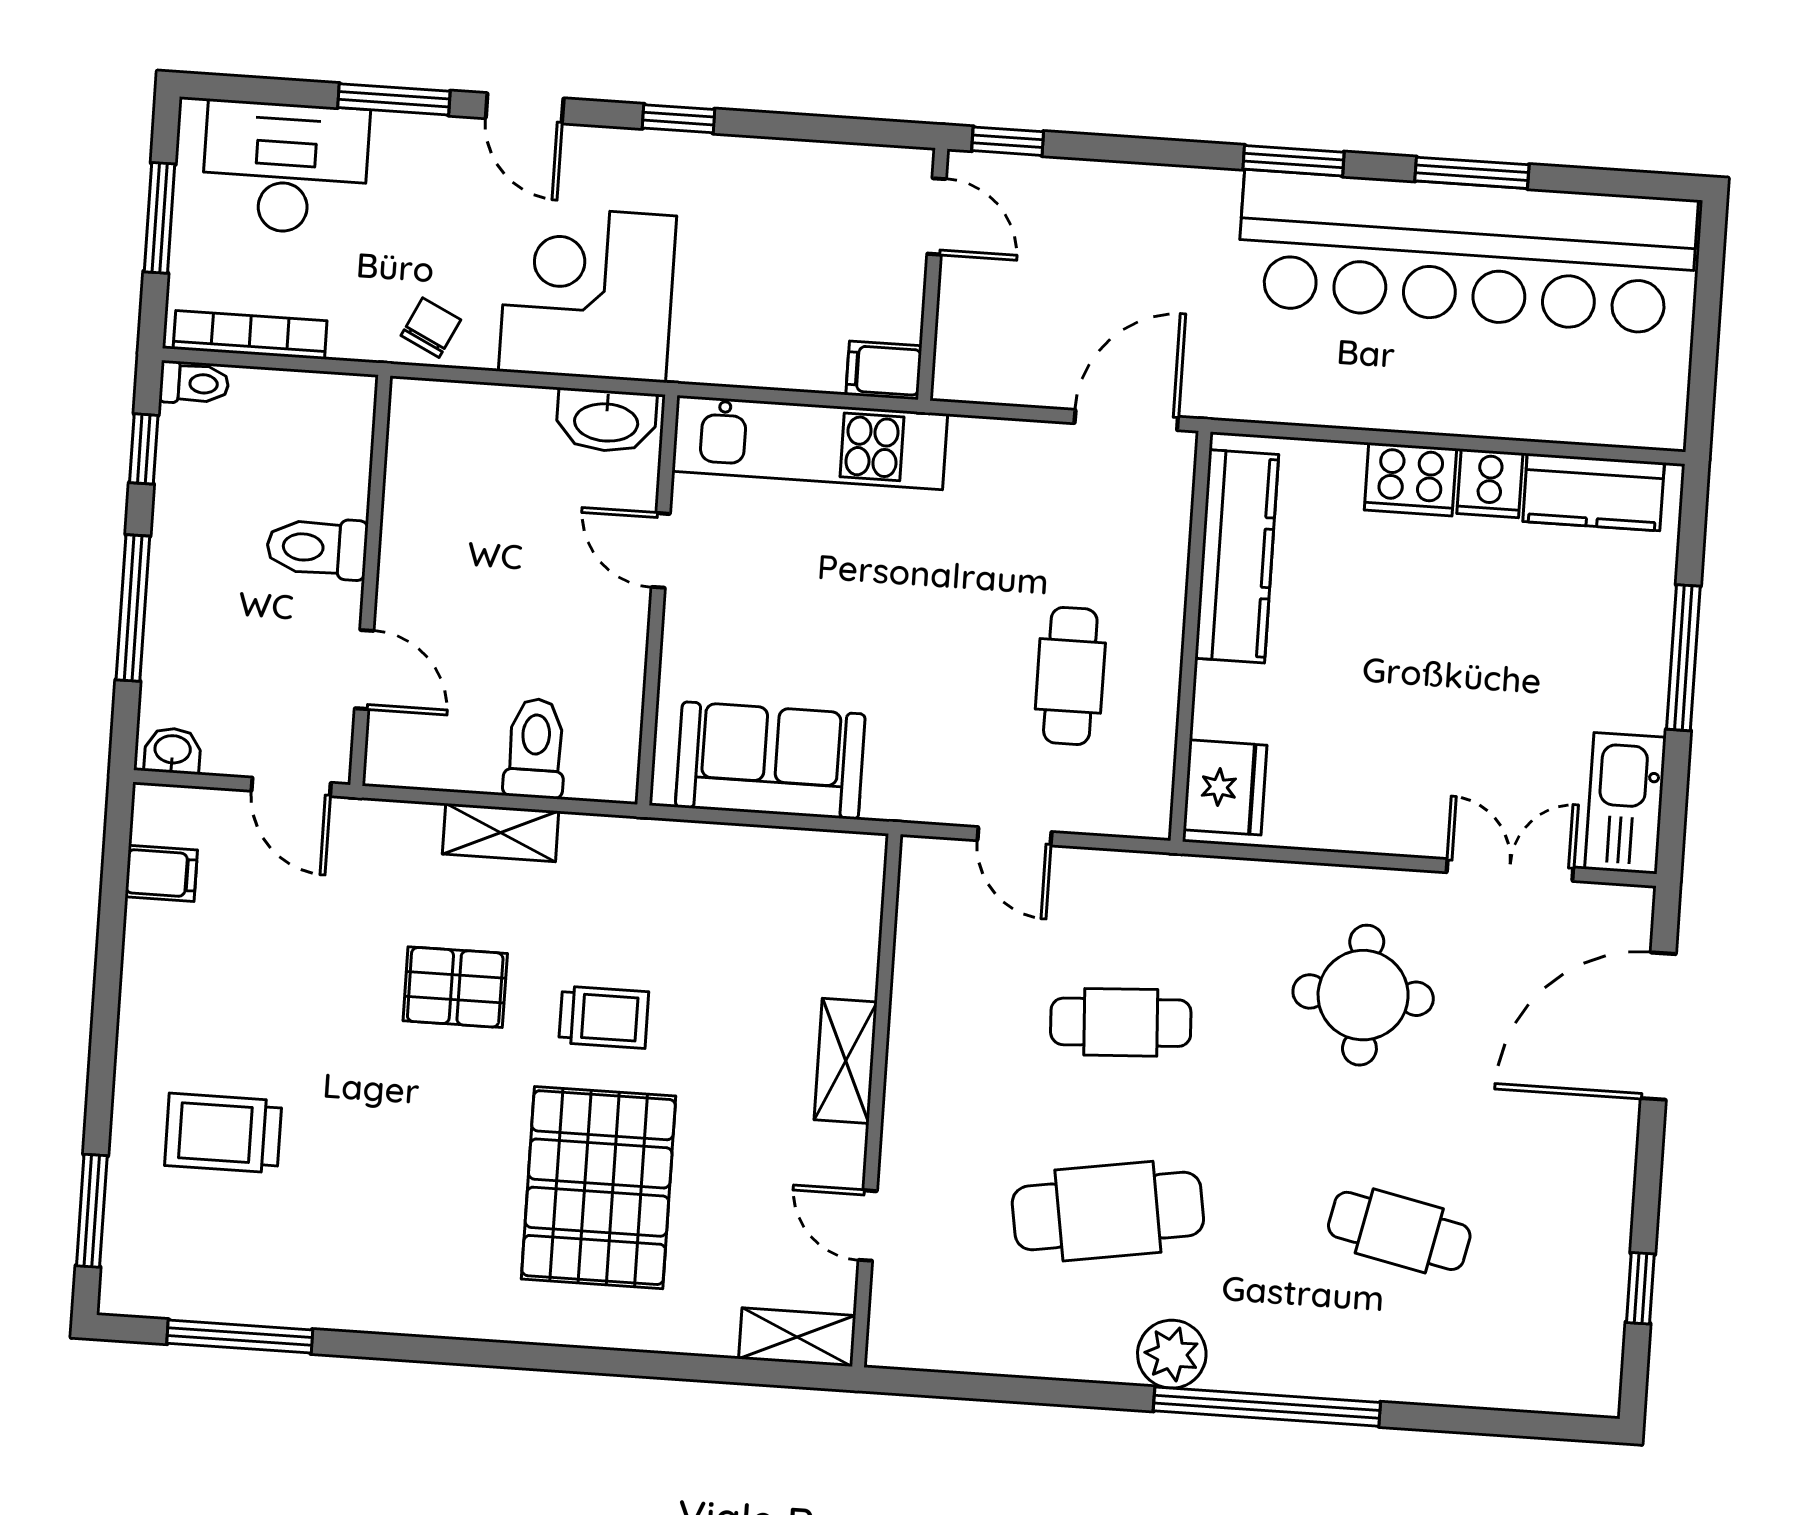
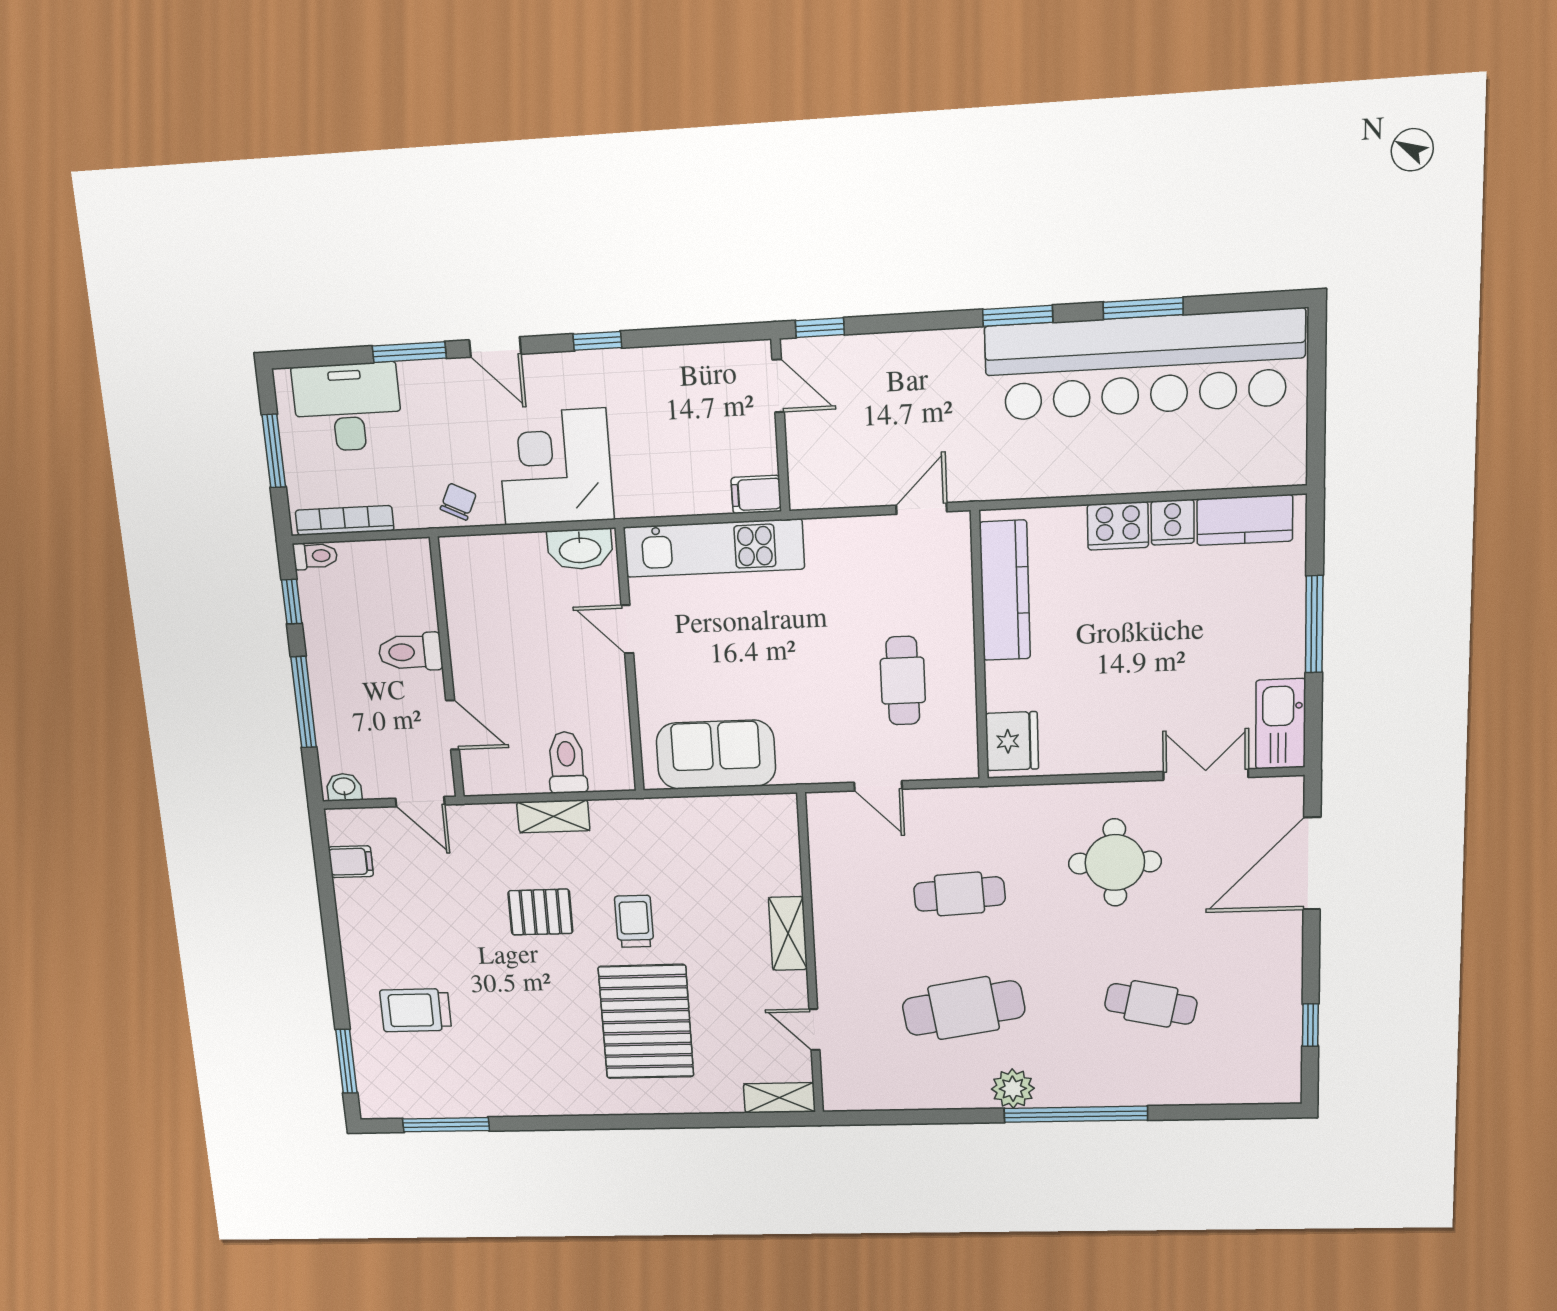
door: (1126, 420) -> (921, 508), width x0.73
trolley: (604, 1017) -> (634, 921), turned -90

